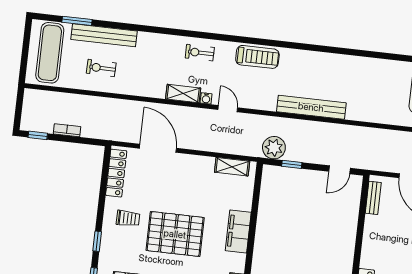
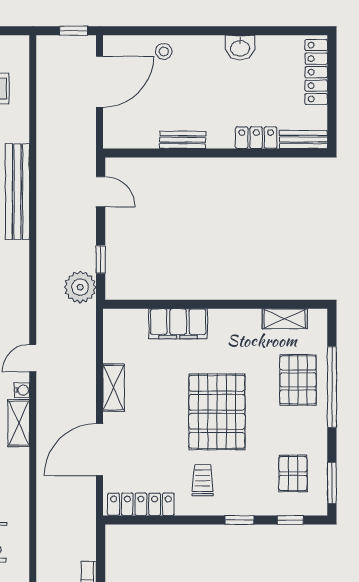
bench: (311, 107) -> (18, 192), moved
shelving: (232, 167) -> (114, 388), moved
bench: (373, 198) -> (183, 140), moved
filing cabinet: (238, 231) -> (178, 324), moved

